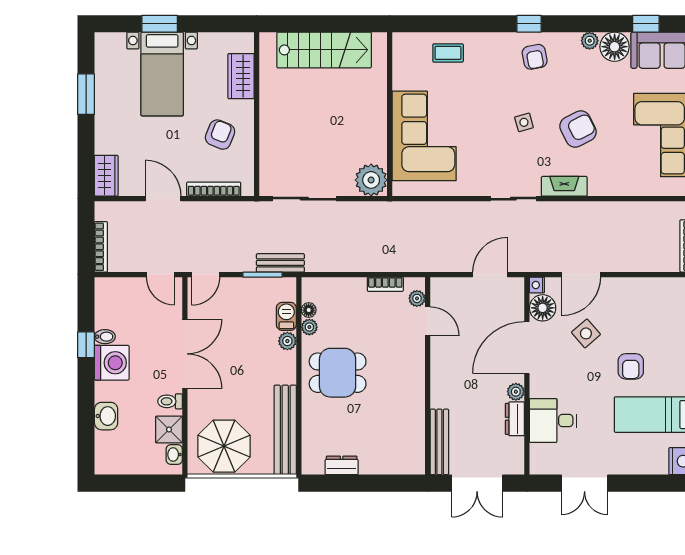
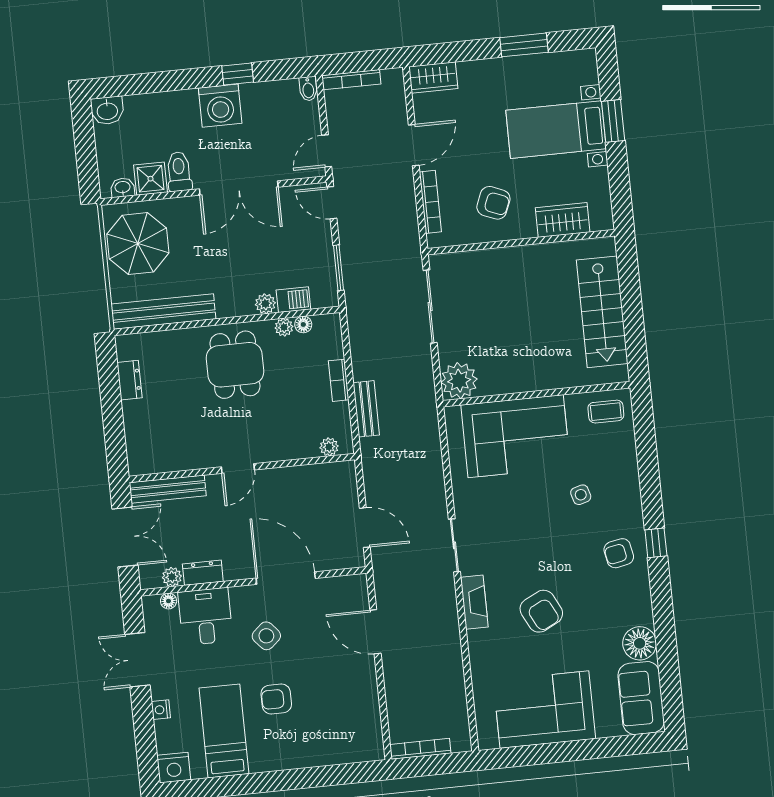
window: (646, 24) -> (670, 676), removed
plant: (590, 41) -> (644, 614), removed
coffee table: (448, 53) -> (606, 412), moved, turned 90
side table: (524, 122) -> (581, 495), moved
bench: (280, 263) -> (366, 409), moved
bookcase: (385, 284) -> (339, 380), moved
nightstand: (537, 285) -> (161, 710), moved, turned -90
floor lamp: (543, 308) -> (169, 601), moved, width x0.53, depth x0.53
door: (428, 321) -> (238, 468), moved
side table: (586, 333) -> (266, 636), moved
bidet: (105, 337) -> (308, 89), moved
plant: (516, 392) -> (172, 577), moved
toilet: (170, 401) -> (179, 172), width x1.37, depth x1.39
washbasin: (106, 416) -> (107, 110), moved
double door: (477, 483) -> (125, 537), swing flipped

